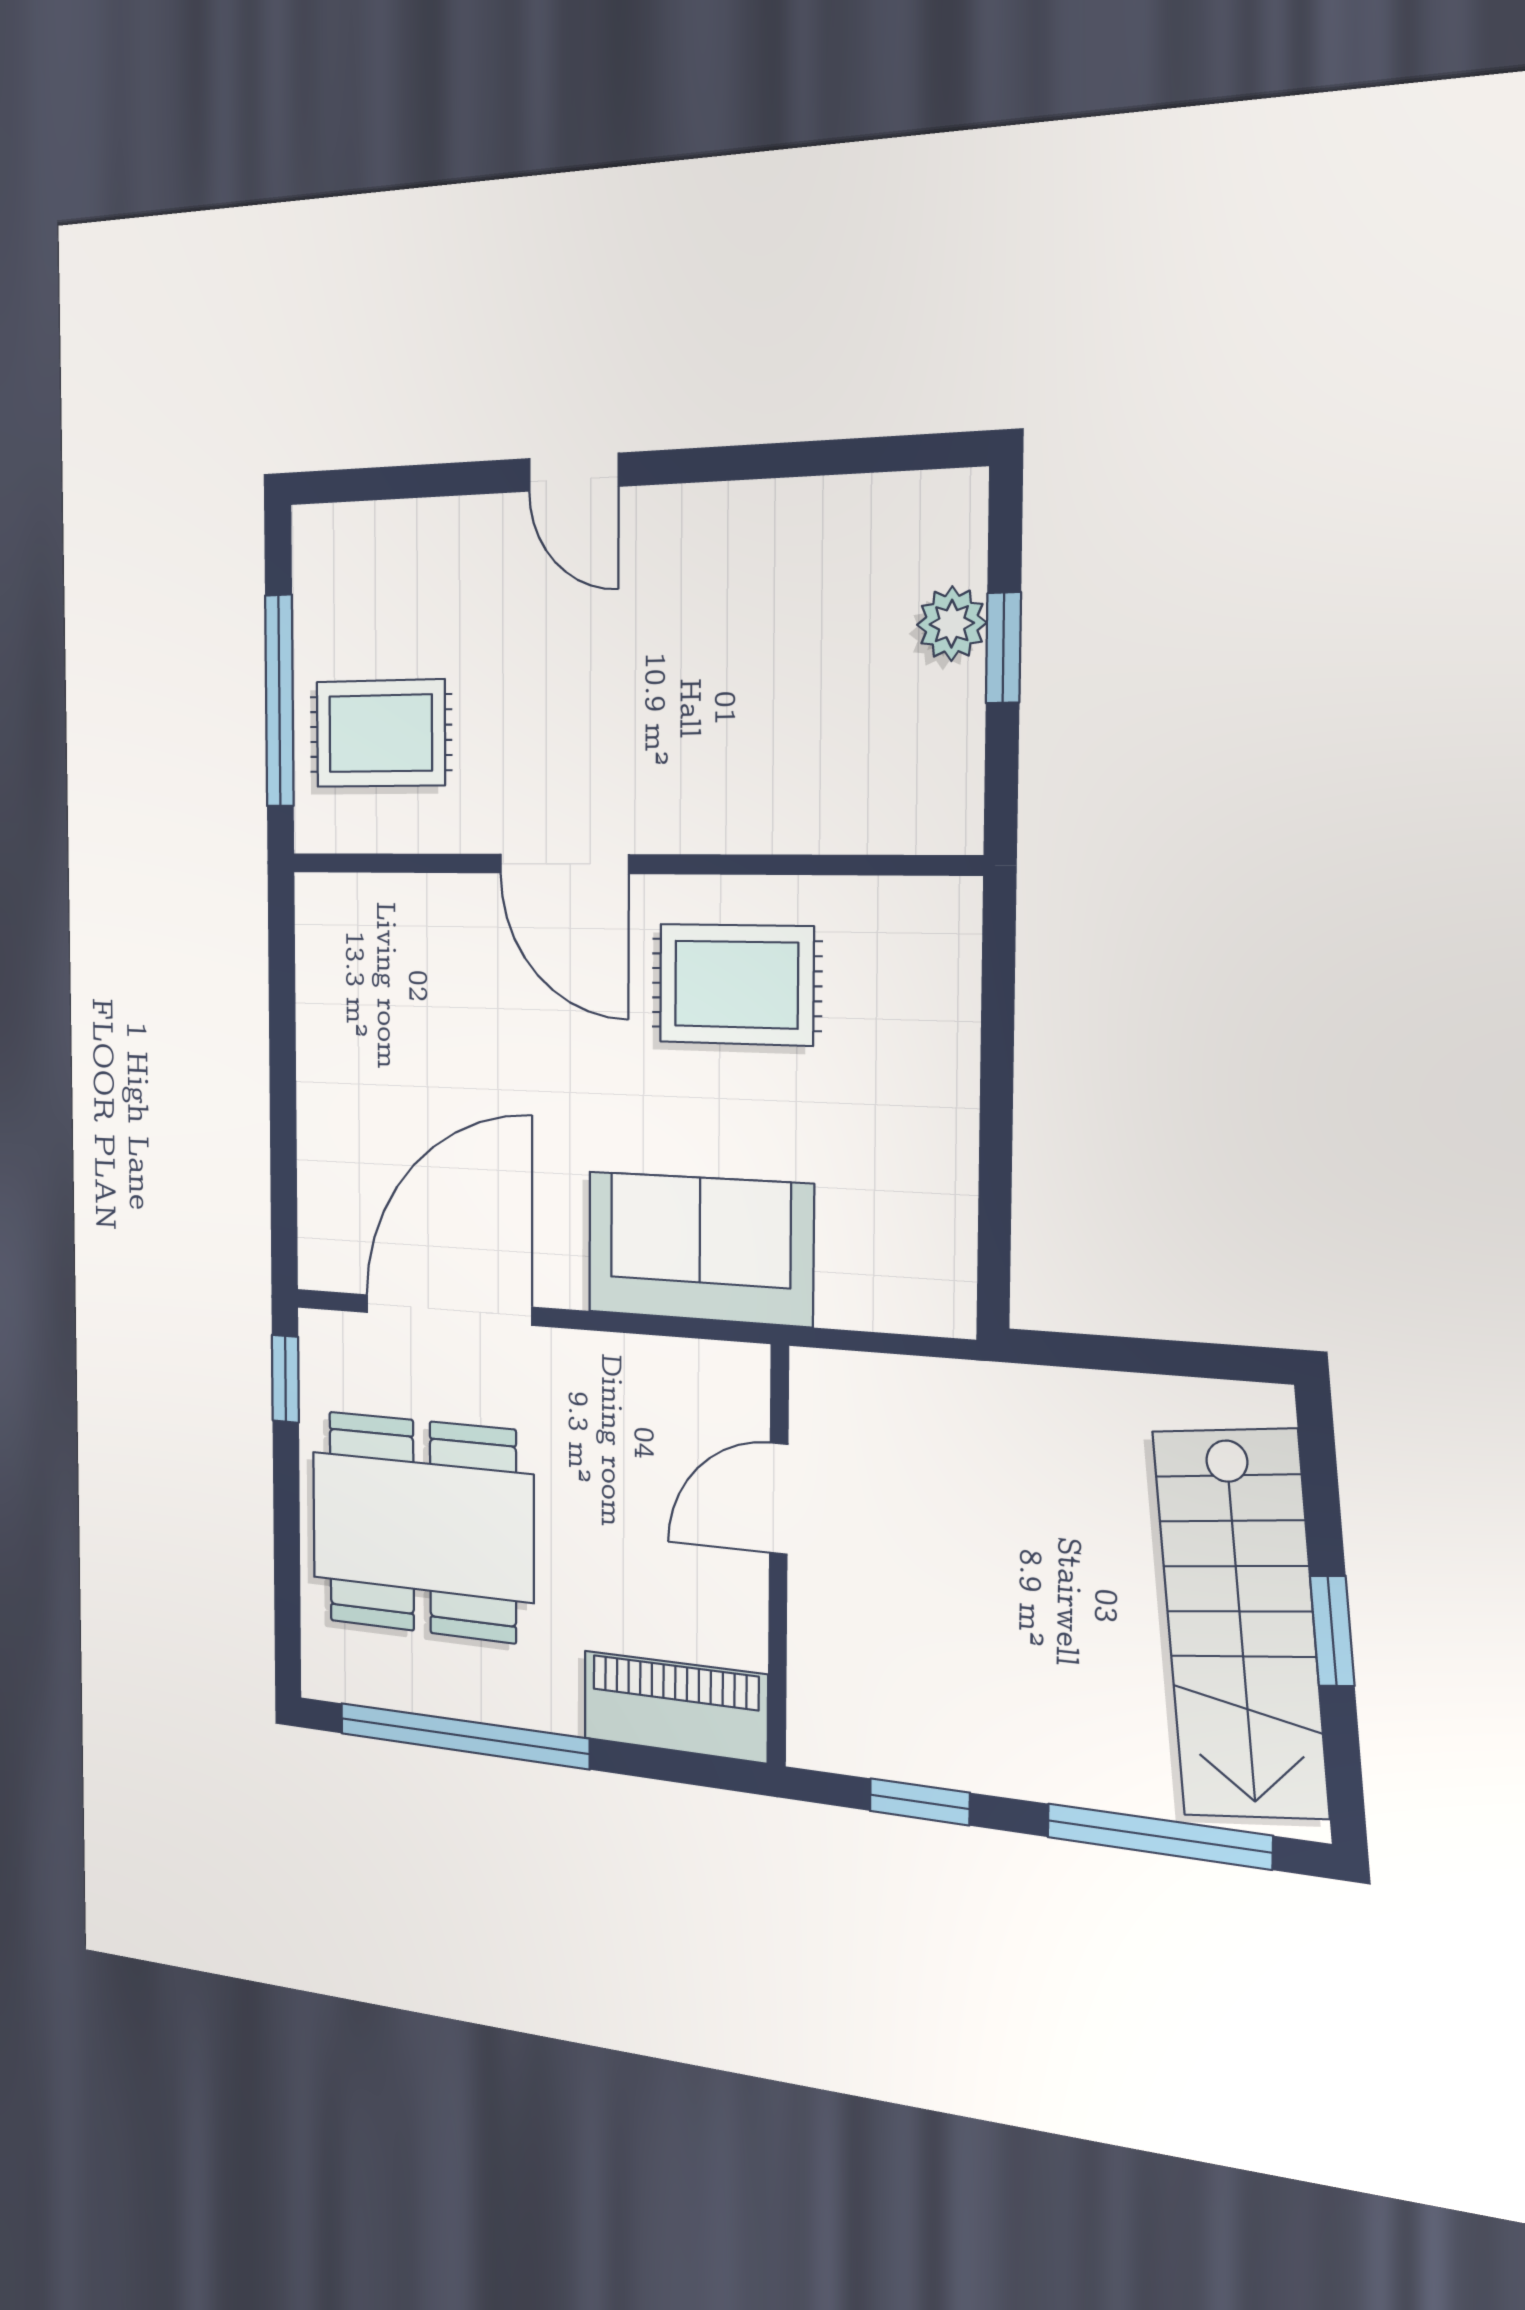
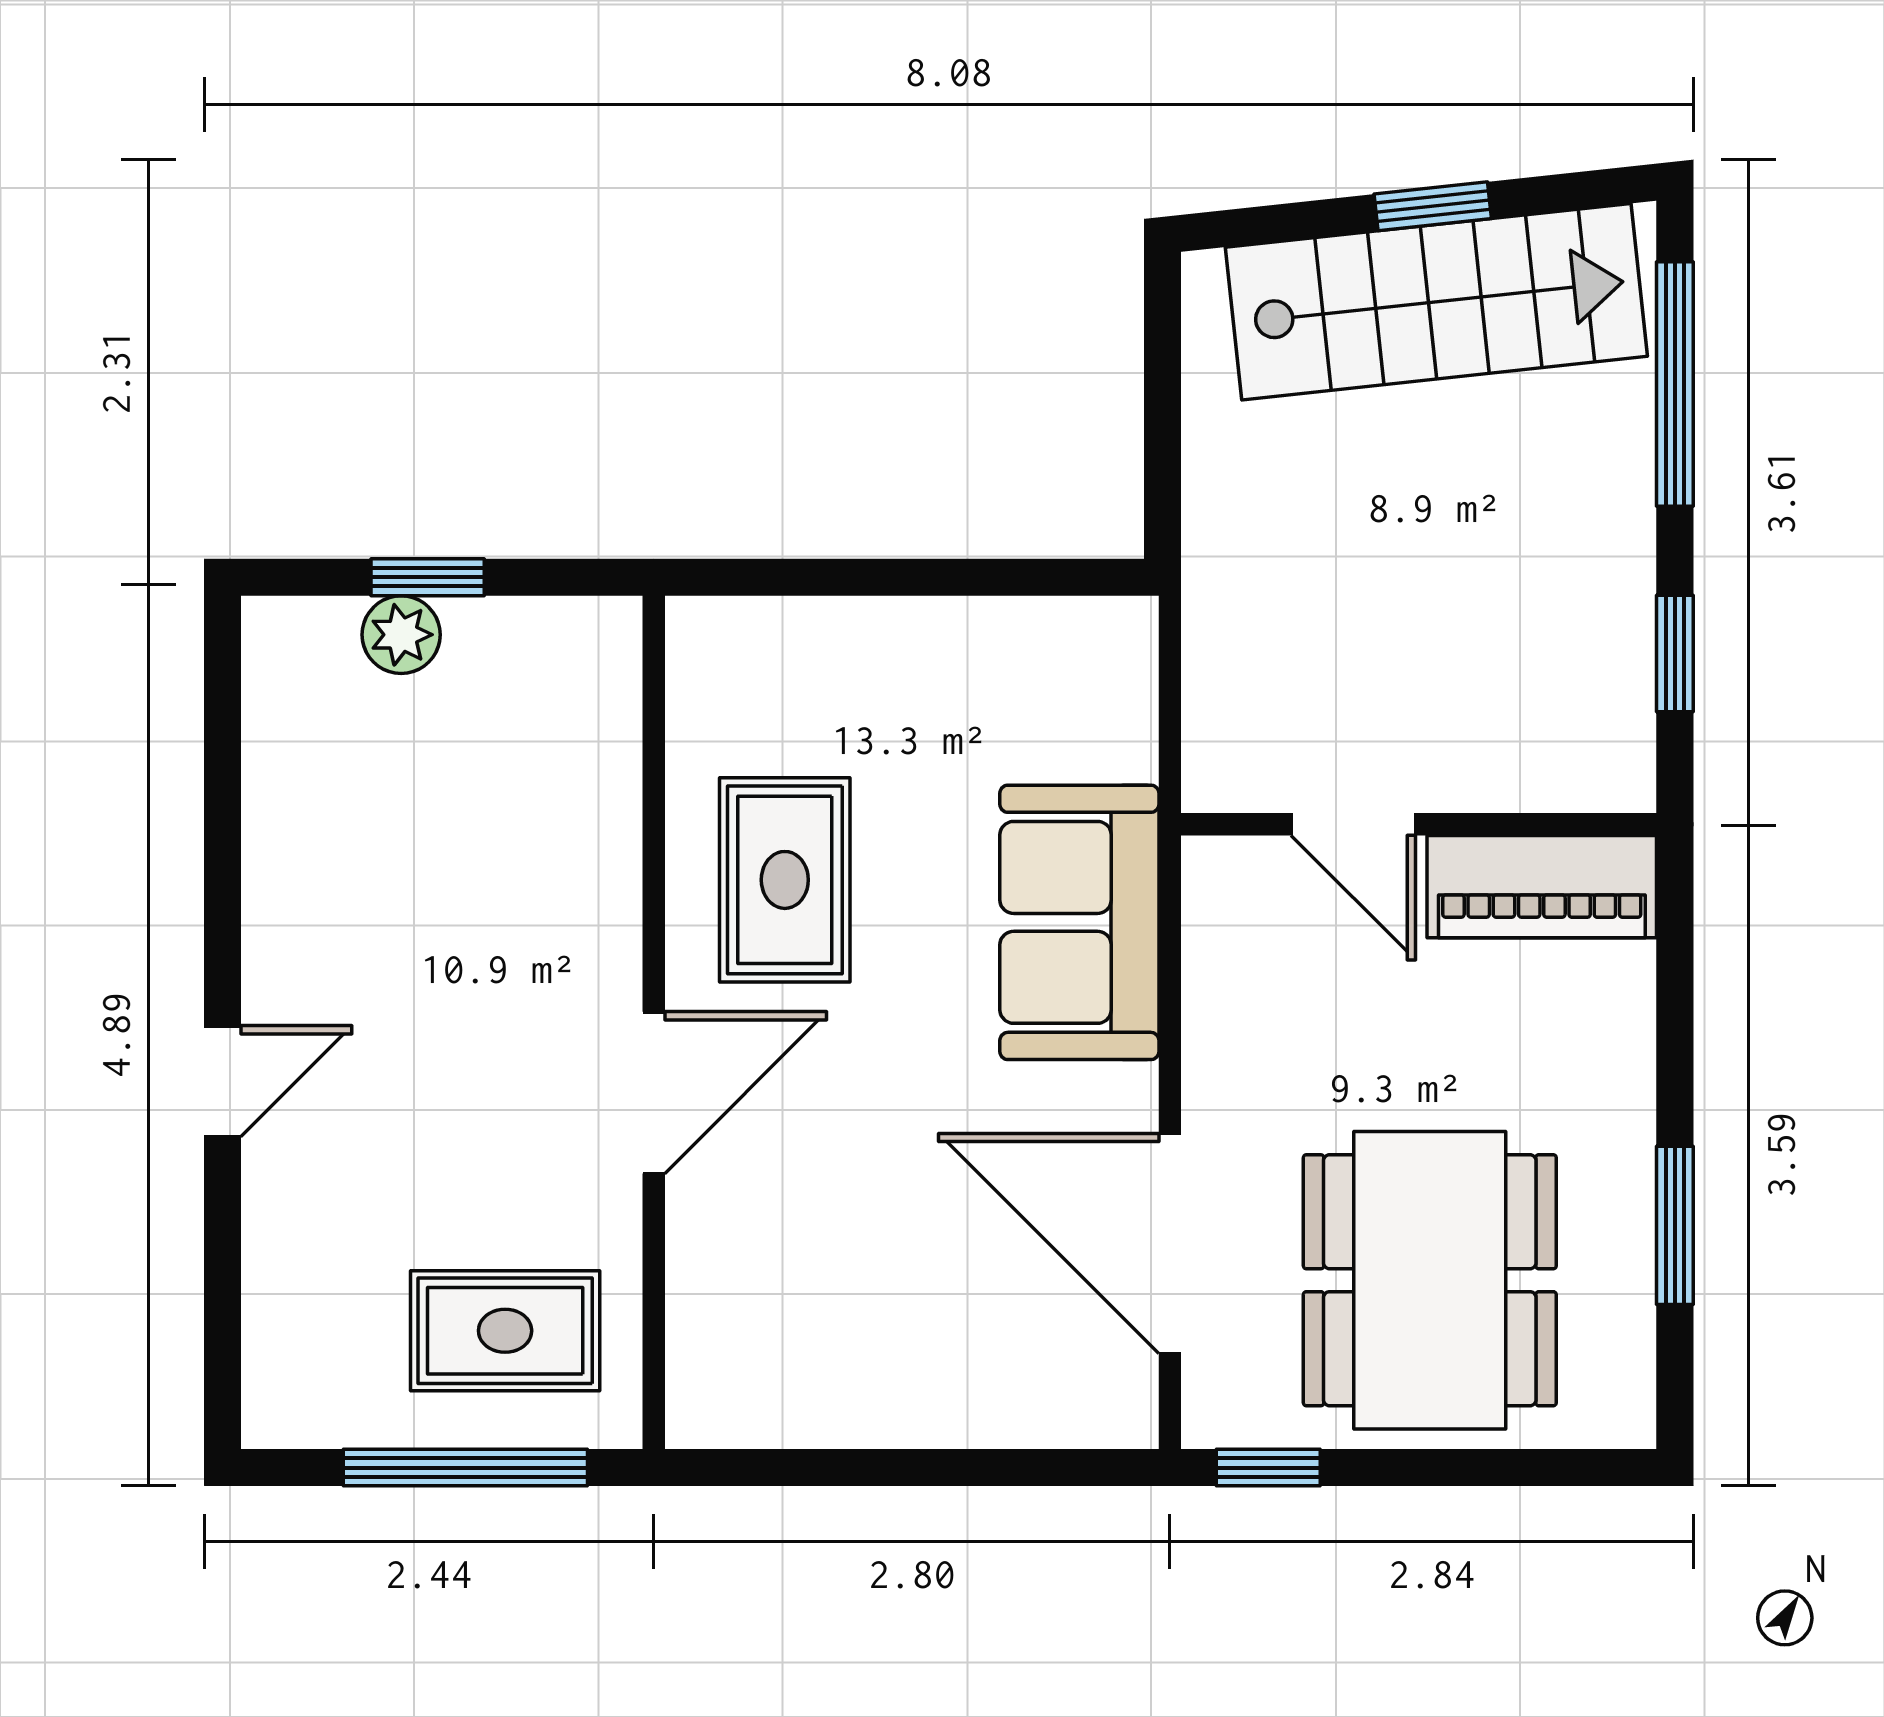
rug: (380, 733) -> (505, 1331), turned 90
piano: (675, 1707) -> (1542, 887), moved, turned -90
window: (463, 1736) -> (1675, 1225), width x0.47

